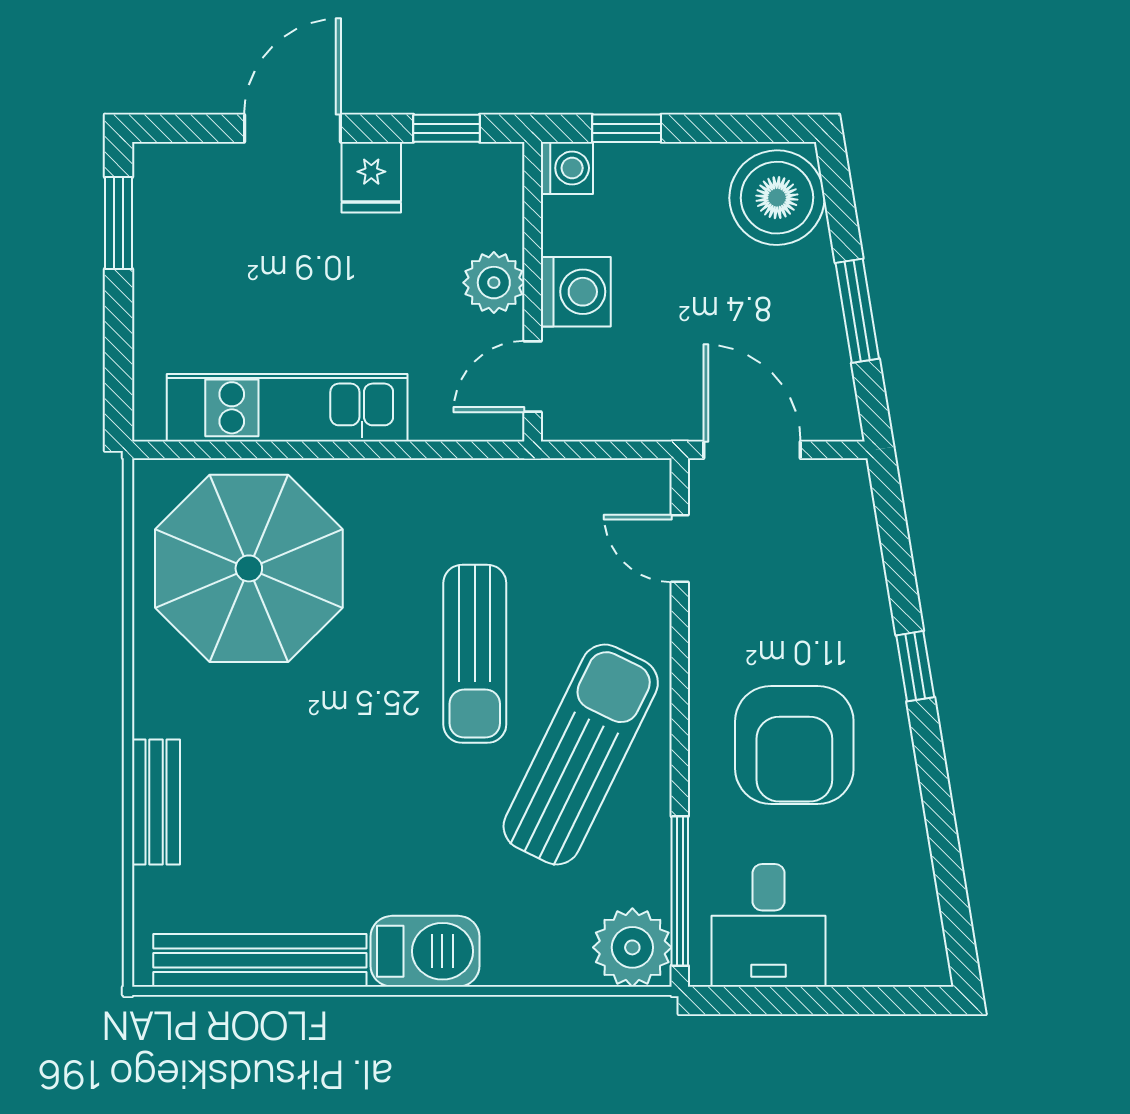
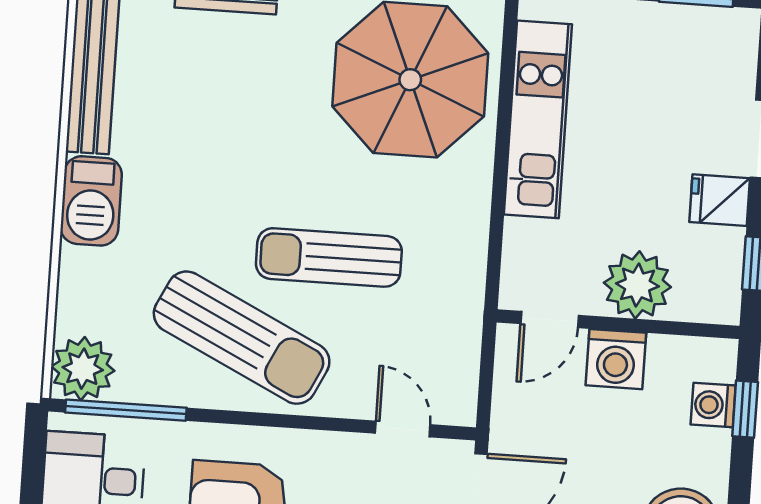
washing machine: (567, 168) -> (713, 405), moved, turned 90
plant: (494, 283) -> (637, 285), width x1.36, depth x1.36
door: (533, 377) -> (550, 320), swing flipped
door: (680, 548) -> (403, 429), hinge flipped

